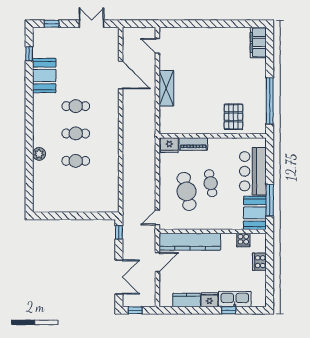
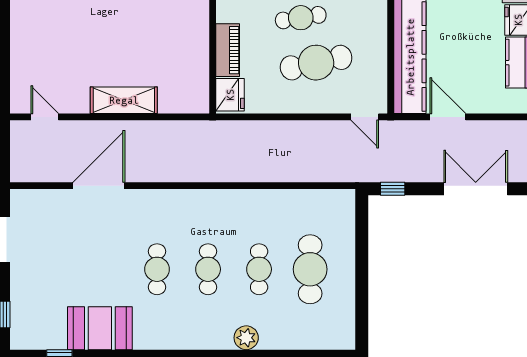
door: (157, 46) -> (45, 117), swing flipped
cafe table: (76, 188) -> (310, 269), added

